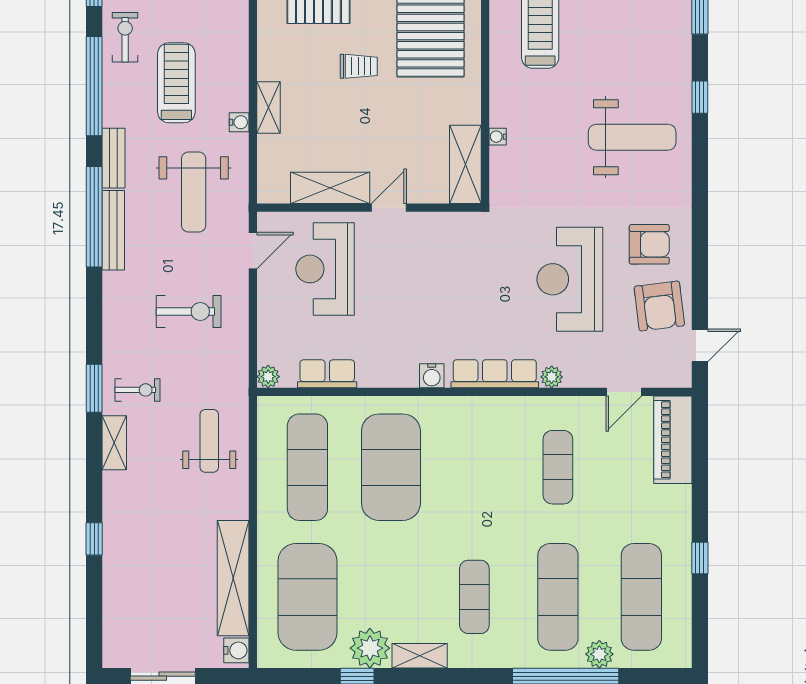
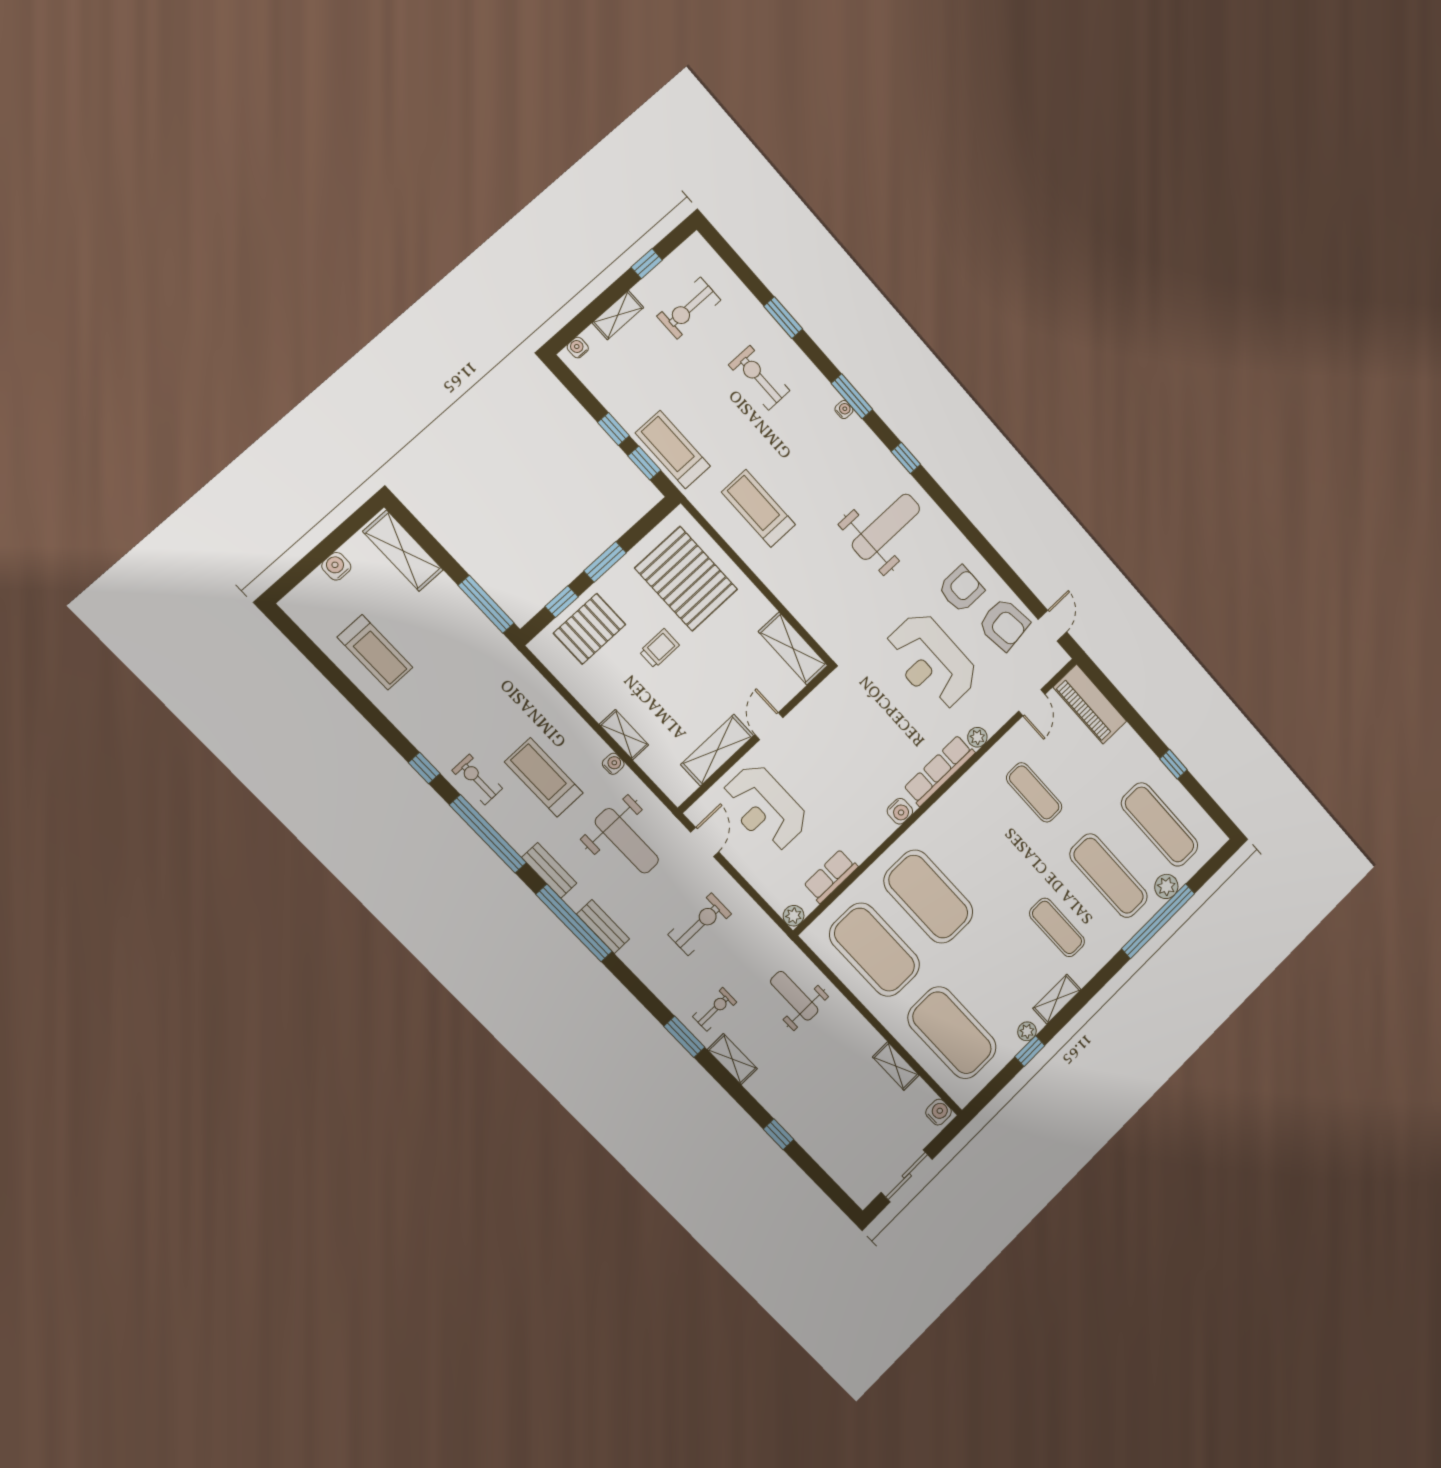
water cooler: (498, 137) -> (844, 410), moved, turned 180
bench: (113, 230) -> (603, 927), width x0.73
exercise mat: (307, 467) -> (875, 950), width x1.47
shelving: (233, 578) -> (896, 1066), width x0.45, depth x0.75
plant: (370, 648) -> (1027, 1031), width x0.53, depth x0.53

